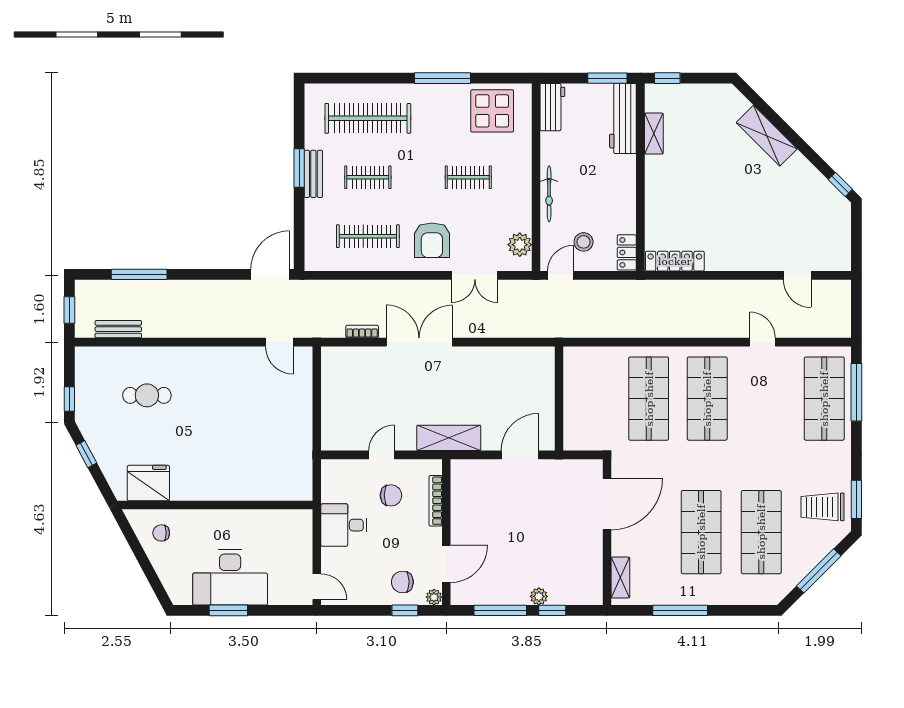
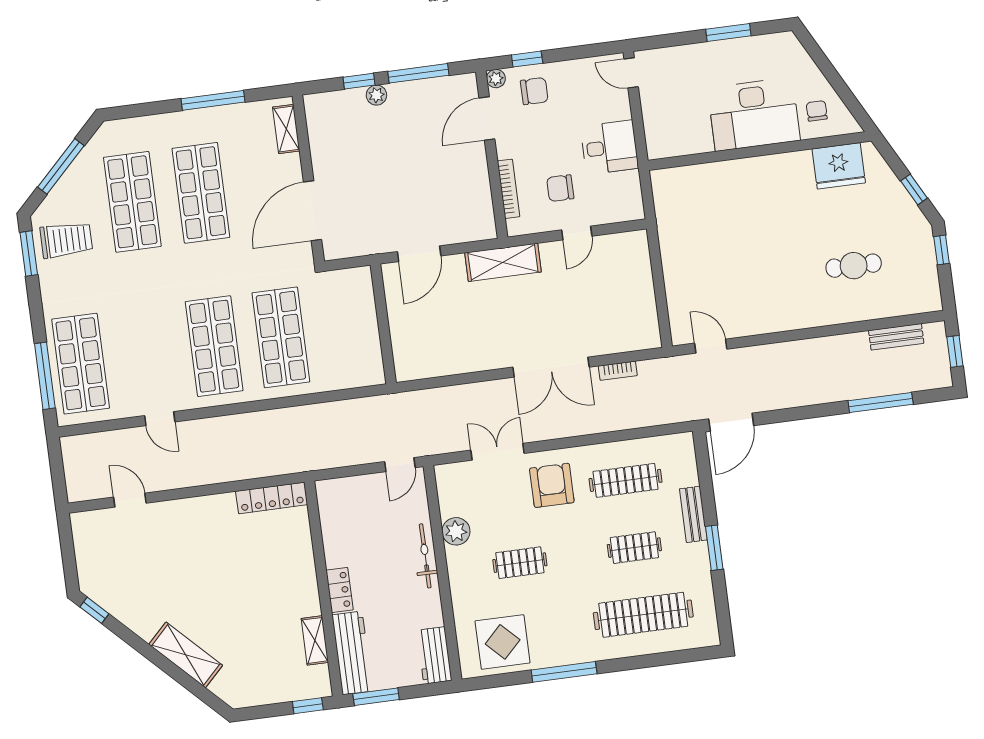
bench: (313, 174) -> (693, 514), moved
stool: (584, 242) -> (379, 506), removed
plant: (520, 245) -> (456, 531), moved
locker: (627, 252) -> (340, 590), moved
chair: (161, 533) -> (817, 111), turned -90
desk: (230, 577) -> (754, 114), moved, turned 180

